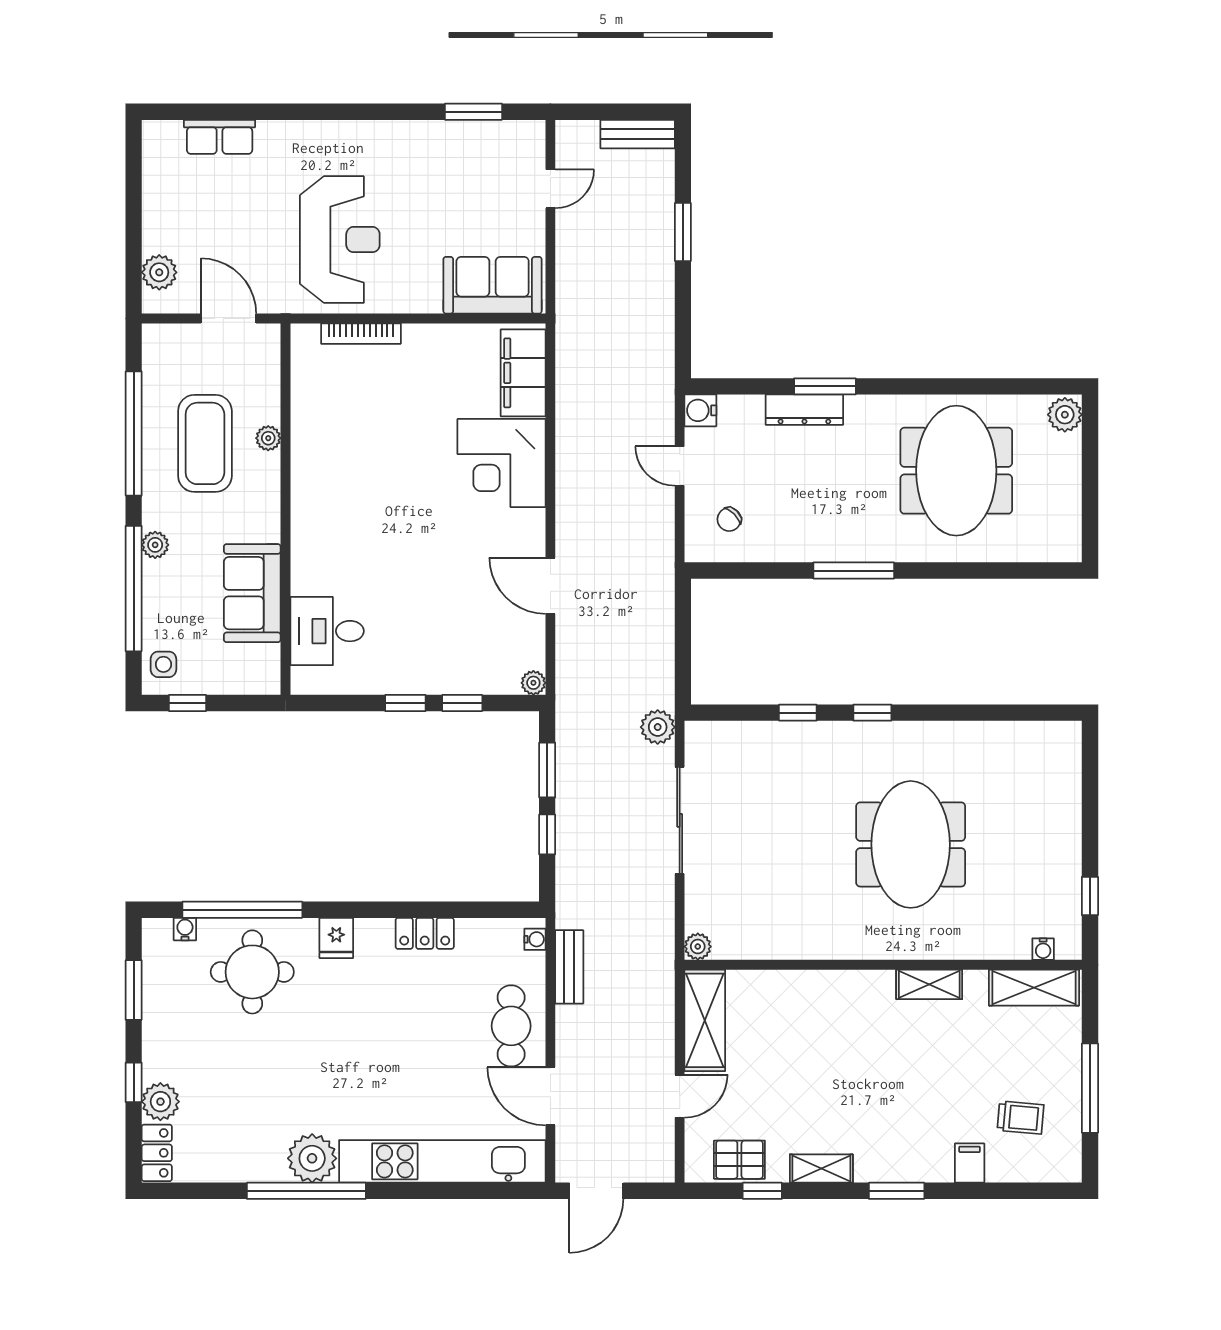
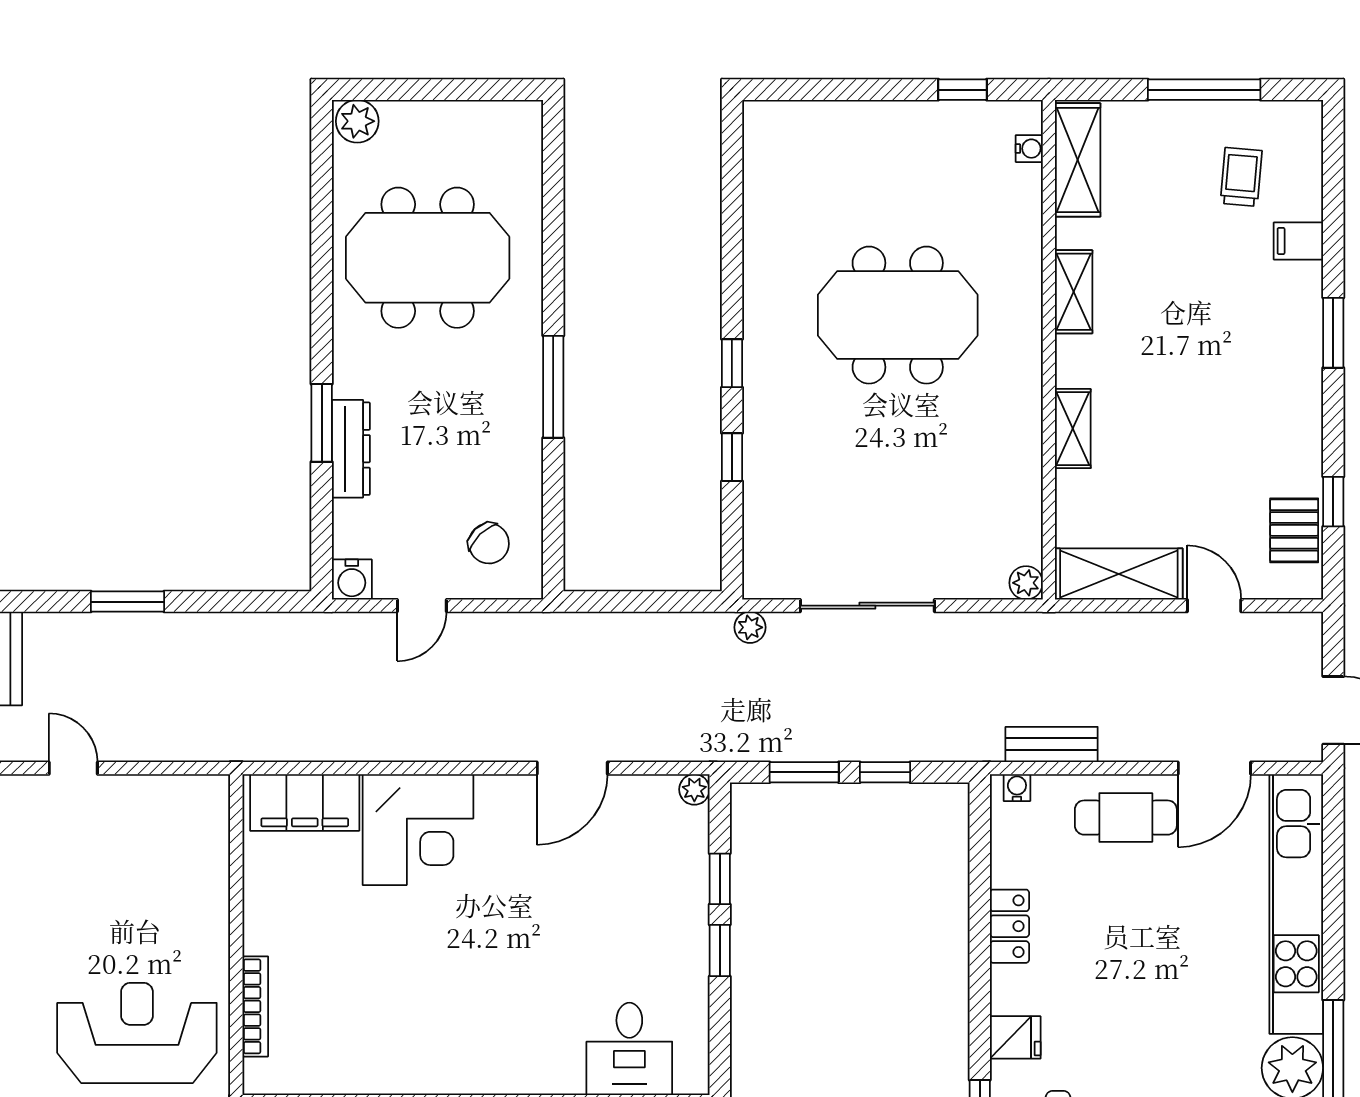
sofa: (493, 285) -> (194, 841), removed
chair: (729, 519) -> (489, 543), width x1.37, depth x1.37
plant: (658, 727) -> (750, 627), width x0.73, depth x0.73
shelving: (821, 1169) -> (1073, 429), moved

